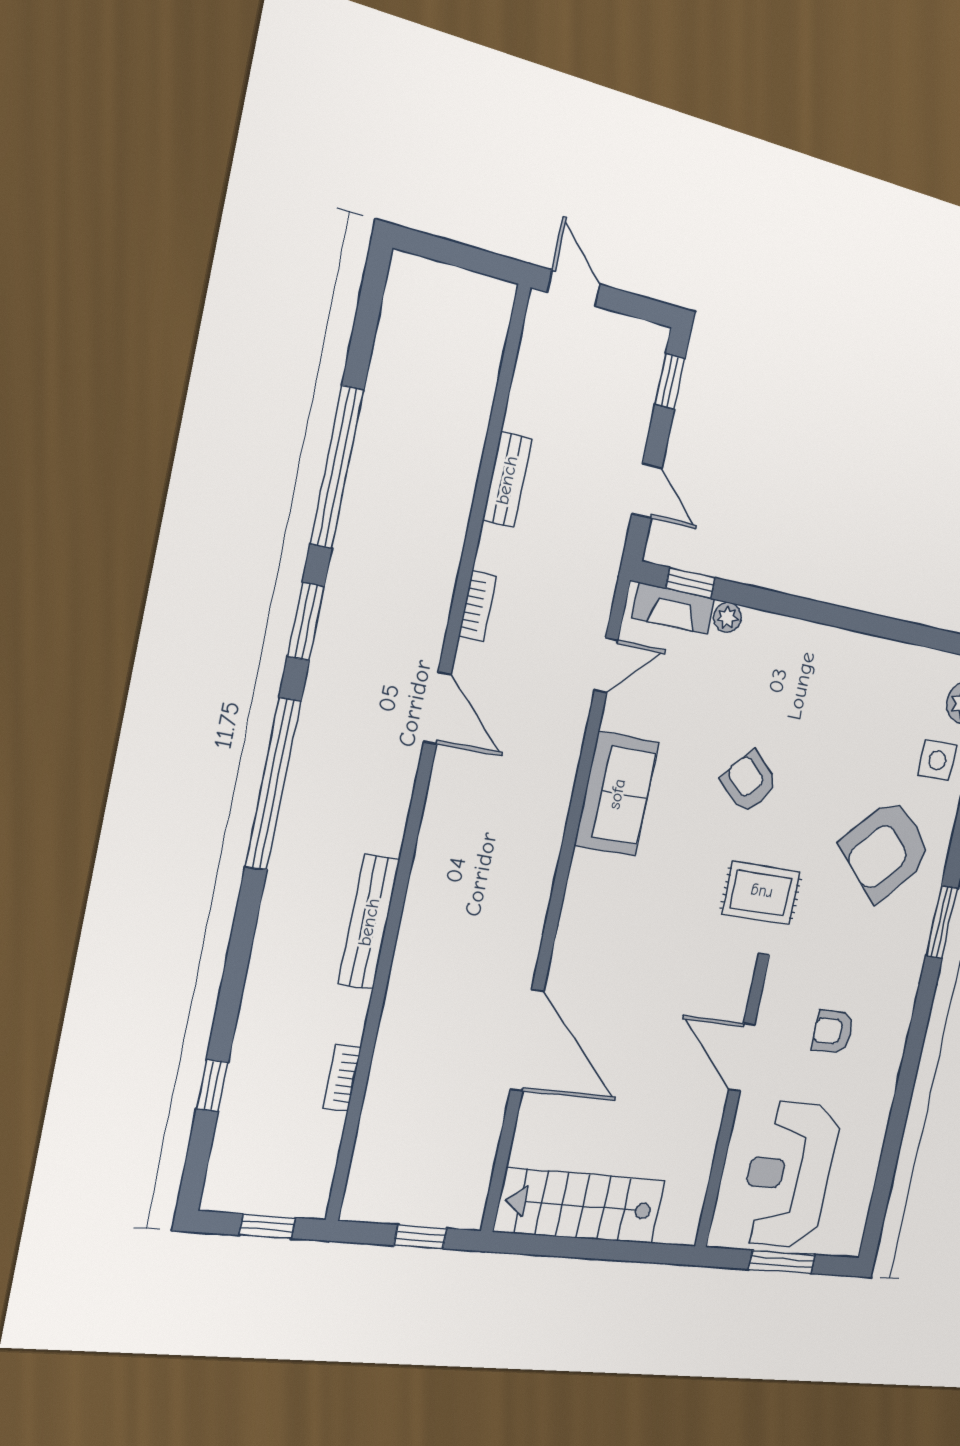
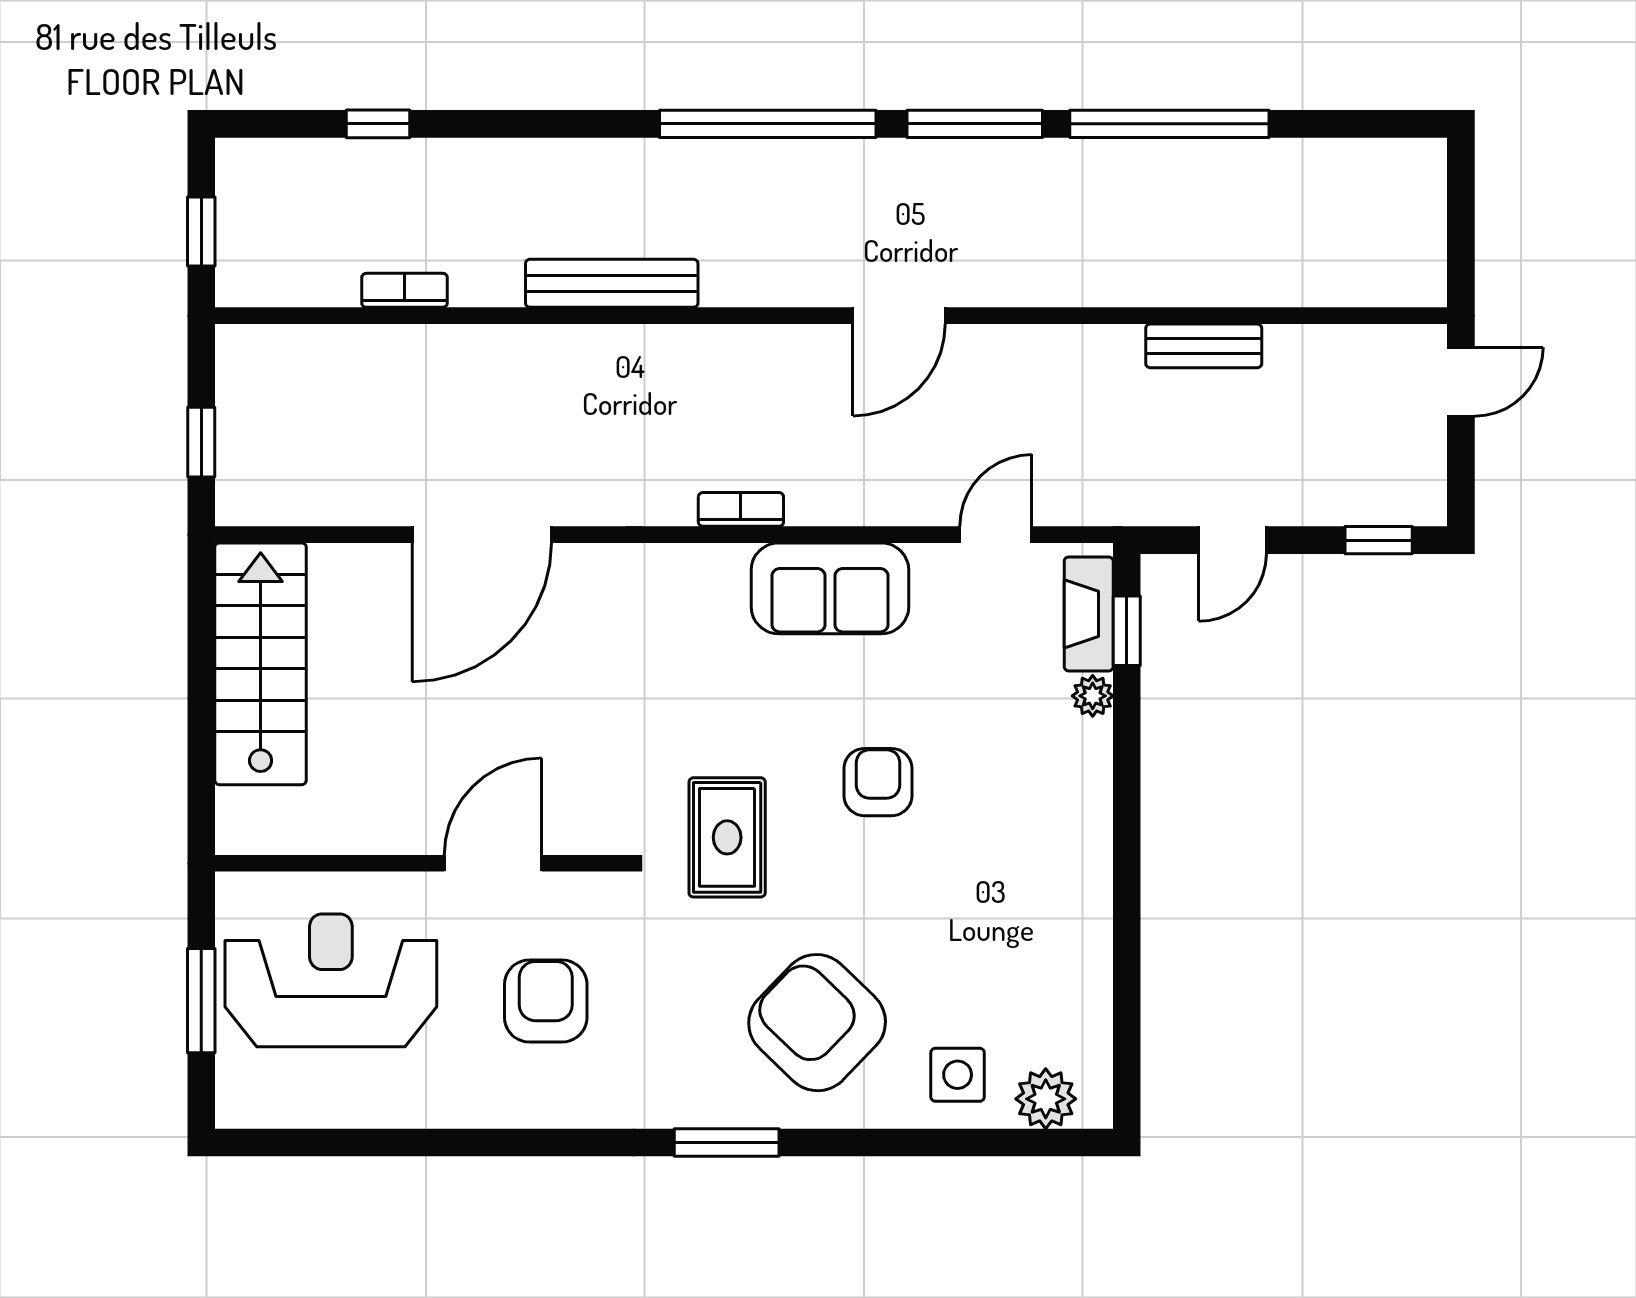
bookcase: (477, 606) -> (741, 509), moved, turned 180
window: (306, 621) -> (975, 124), width x1.44
door: (606, 665) -> (996, 535), swing flipped
armchair: (749, 782) -> (878, 782), turned -42
armchair: (833, 1031) -> (546, 1001), width x1.38, depth x1.38

